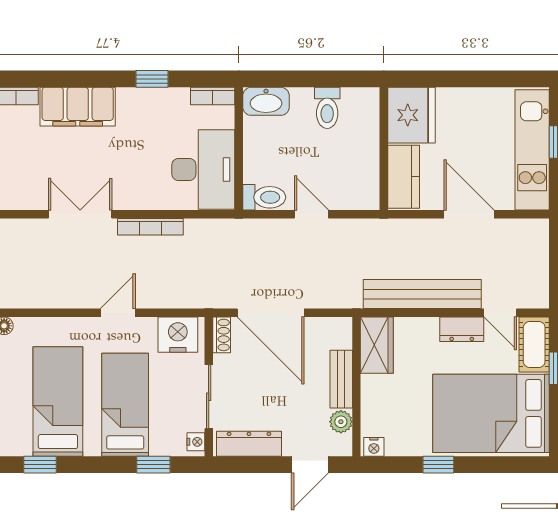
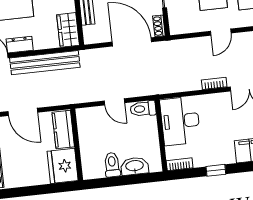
washbasin: (266, 101) -> (135, 166), moved
bookcase: (150, 227) -> (214, 83), width x0.64
nightstand: (178, 335) -> (184, 23), removed

